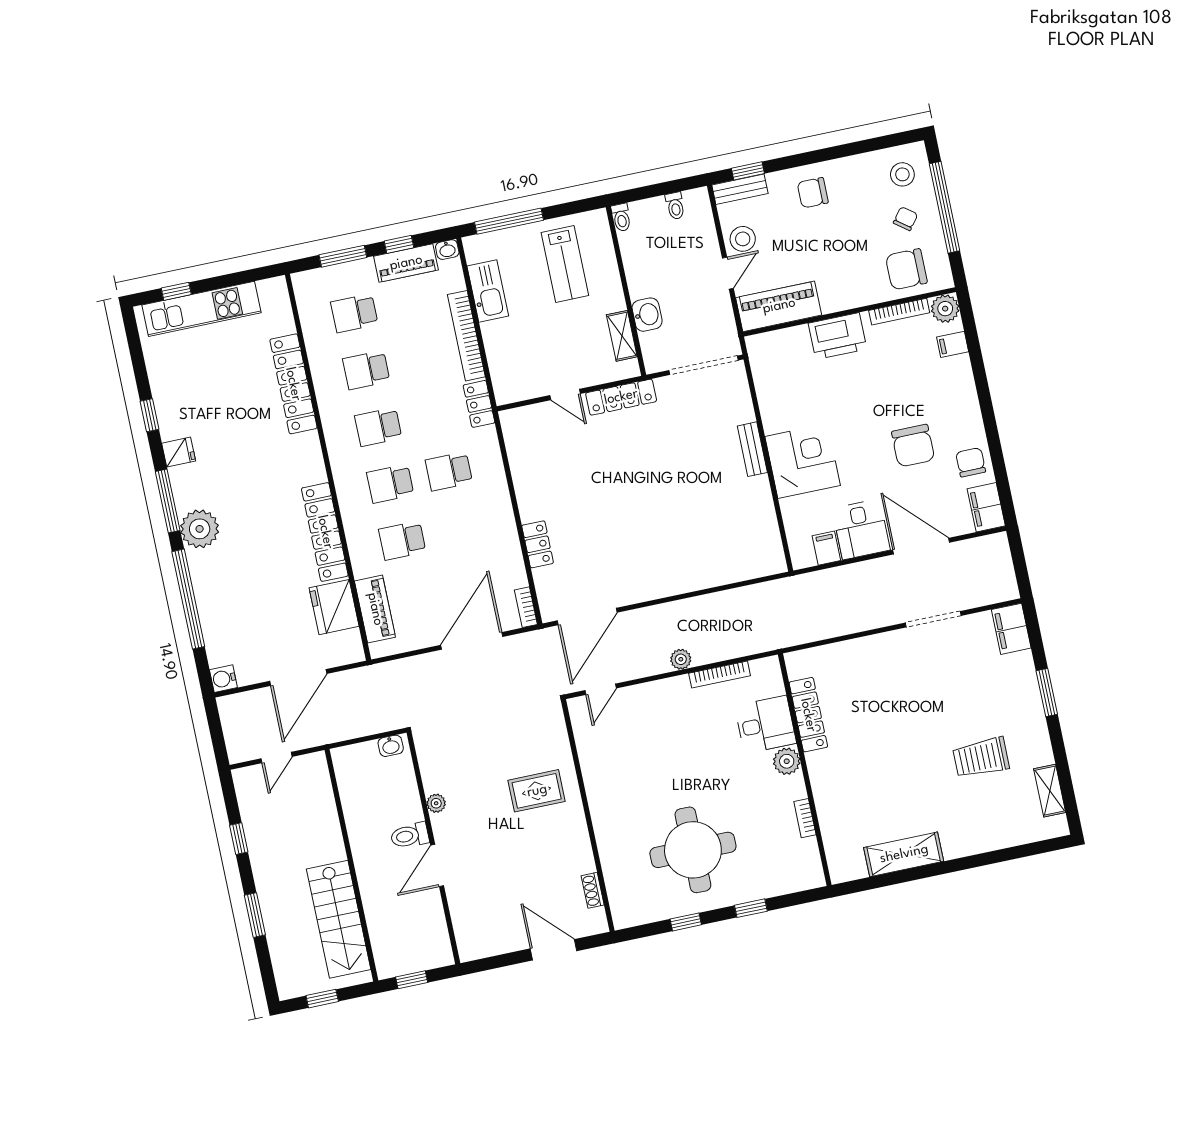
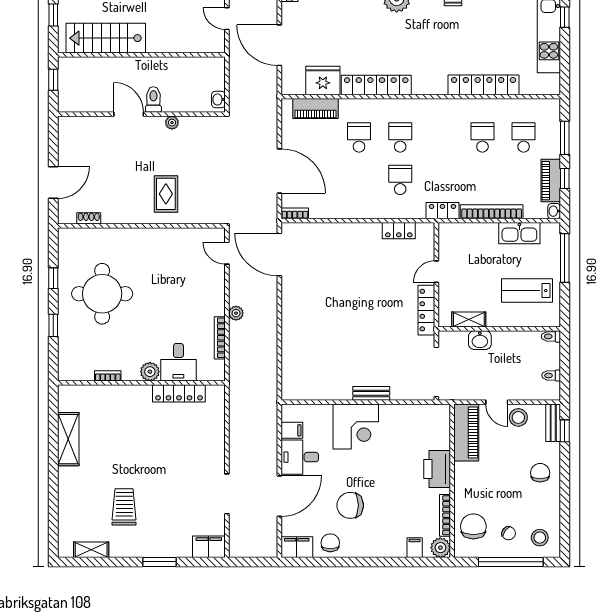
school desk: (378, 427) -> (441, 137), removed
chair: (971, 462) -> (330, 543), turned -90
locker: (538, 544) -> (399, 231), moved

